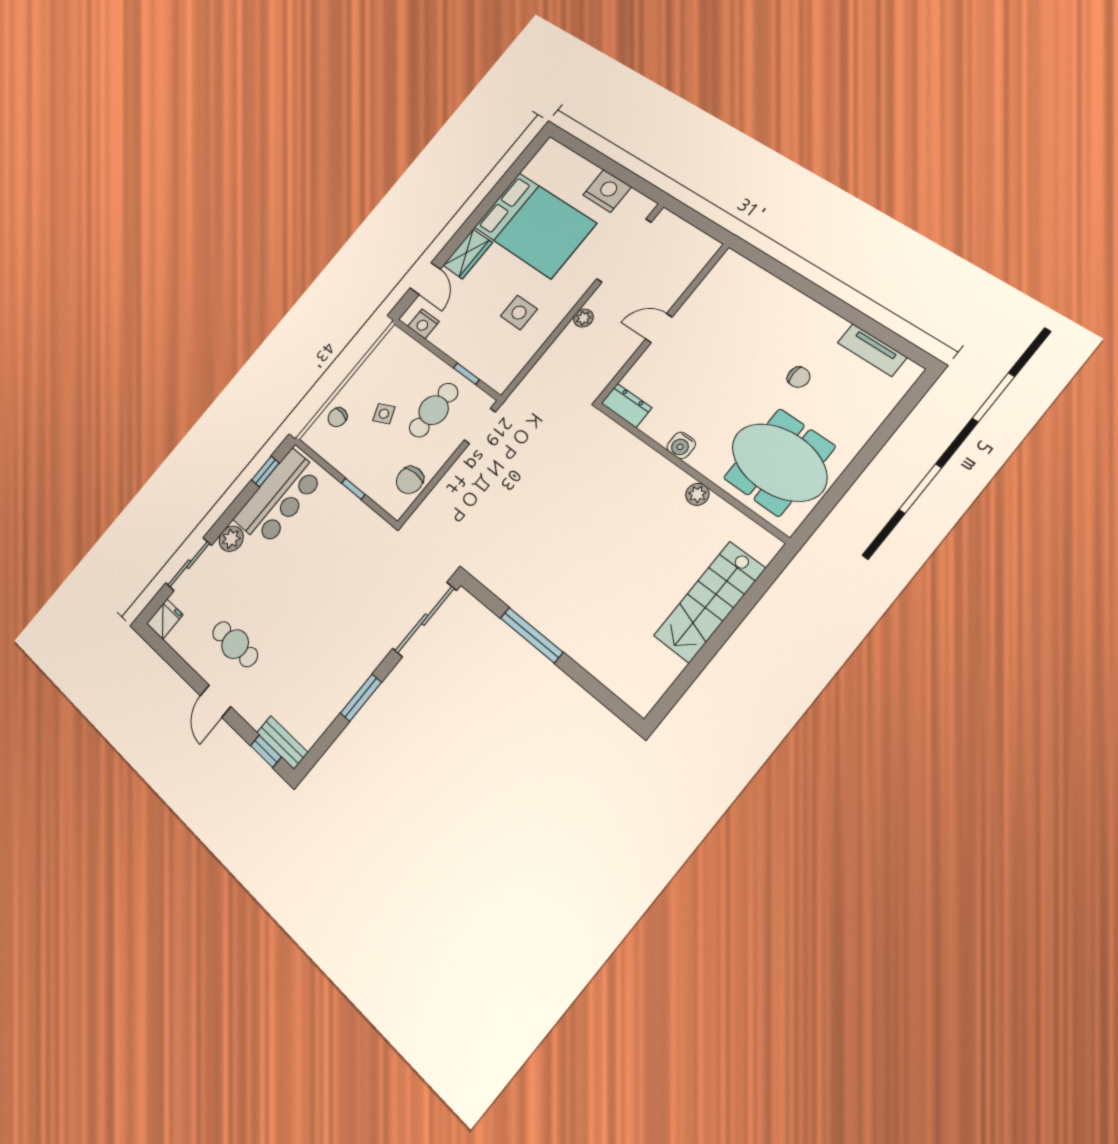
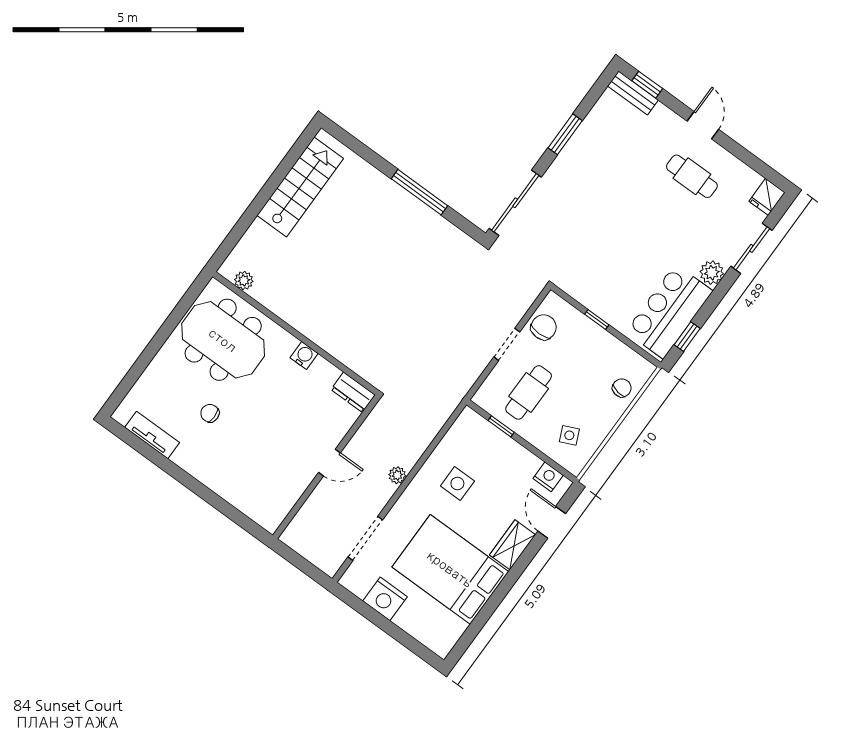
doorway: (624, 251) -> (365, 538), width x0.73
side table: (384, 414) -> (569, 435), moved
doorway: (480, 426) -> (507, 344), moved
plant: (697, 494) -> (244, 280), moved
stairs: (710, 602) -> (300, 187), moved

